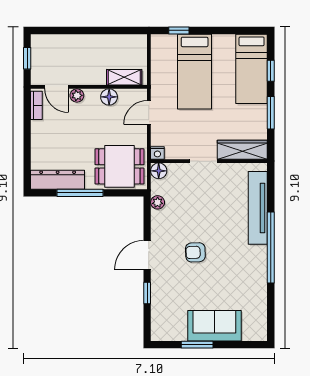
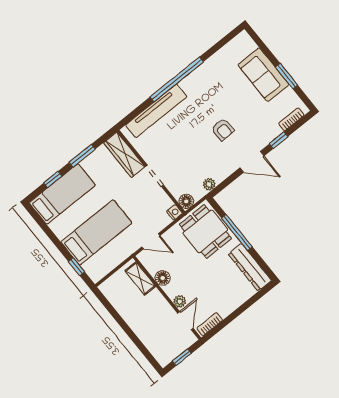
window: (80, 193) -> (237, 232), moved
bookcase: (156, 319) -> (291, 119), added

